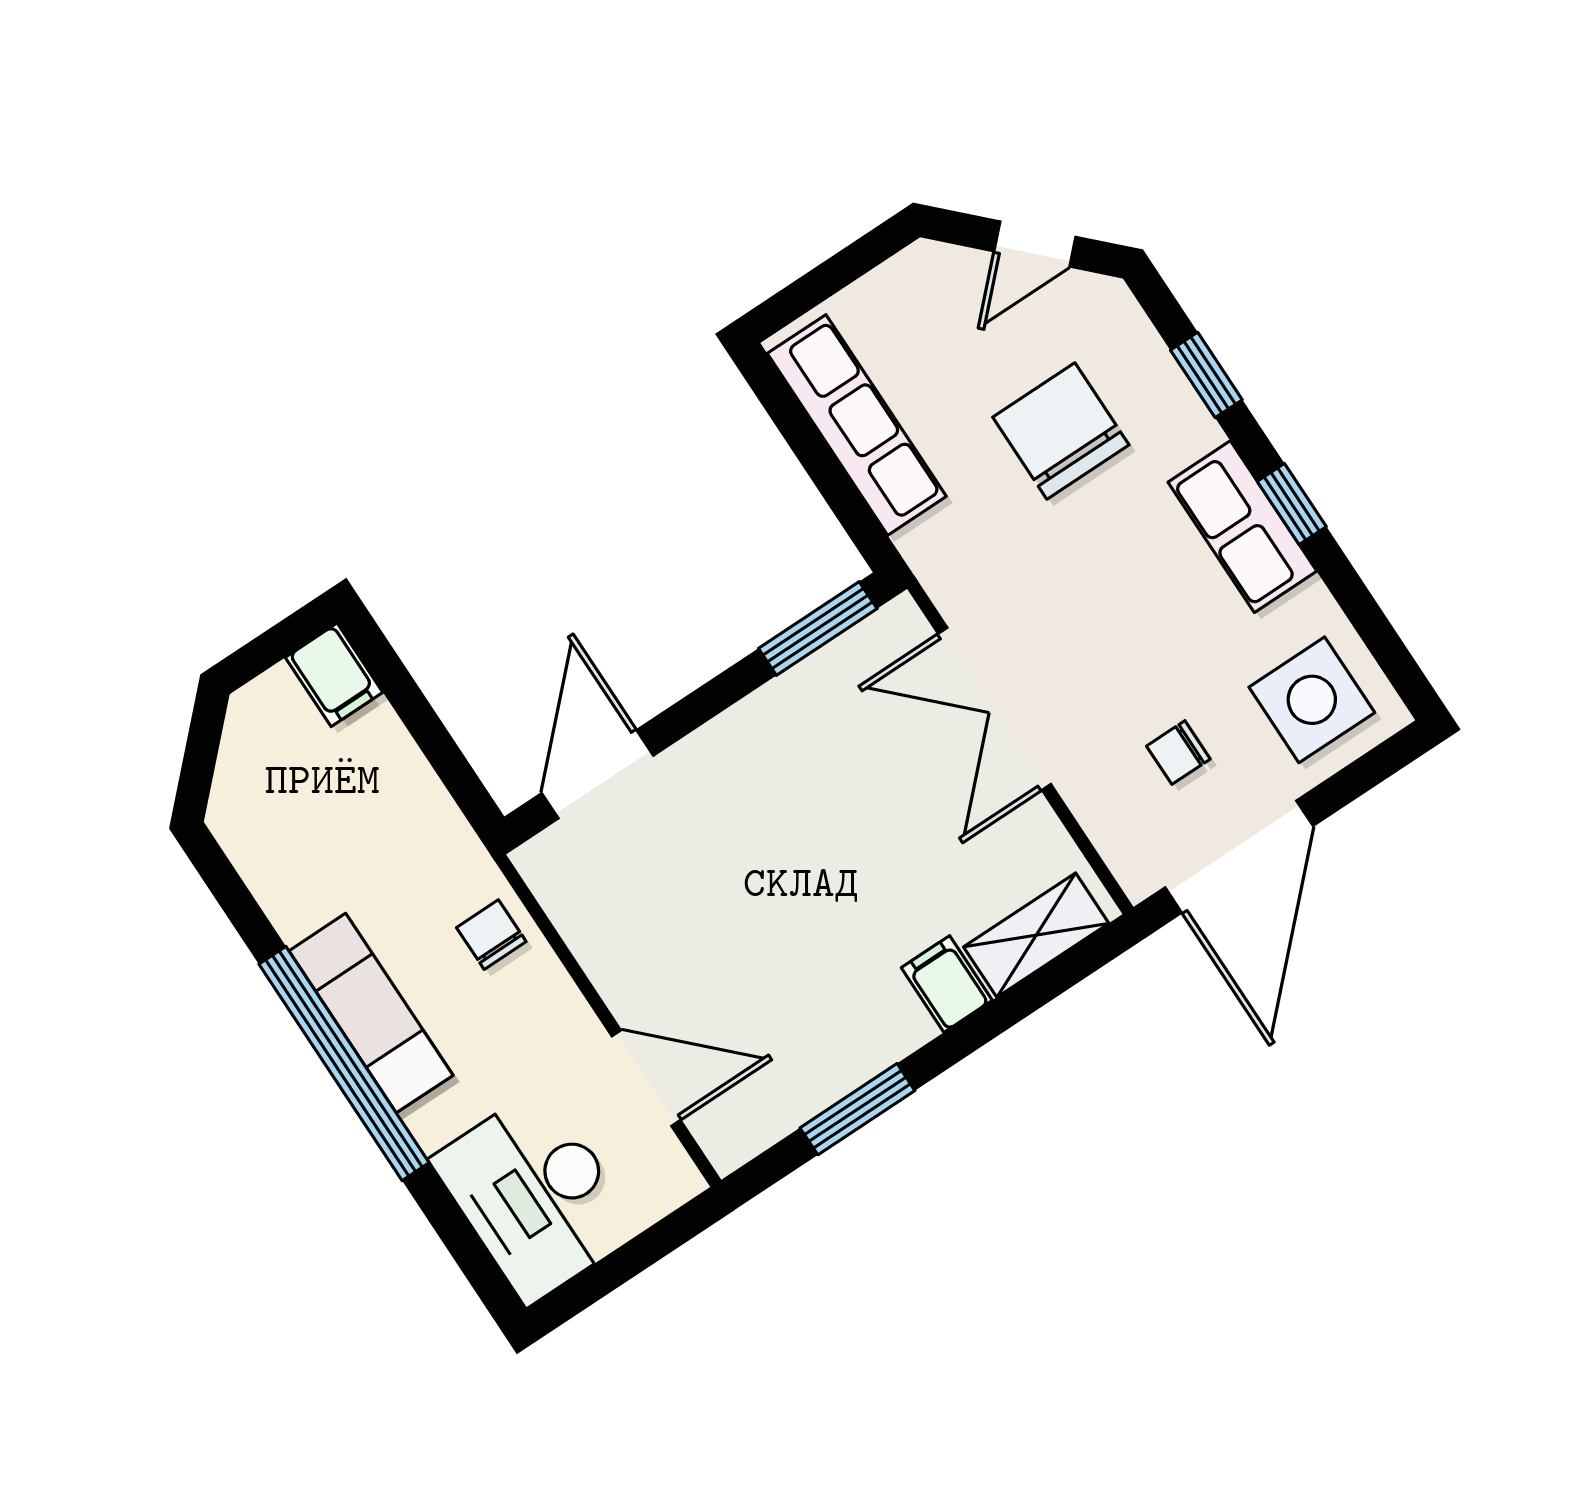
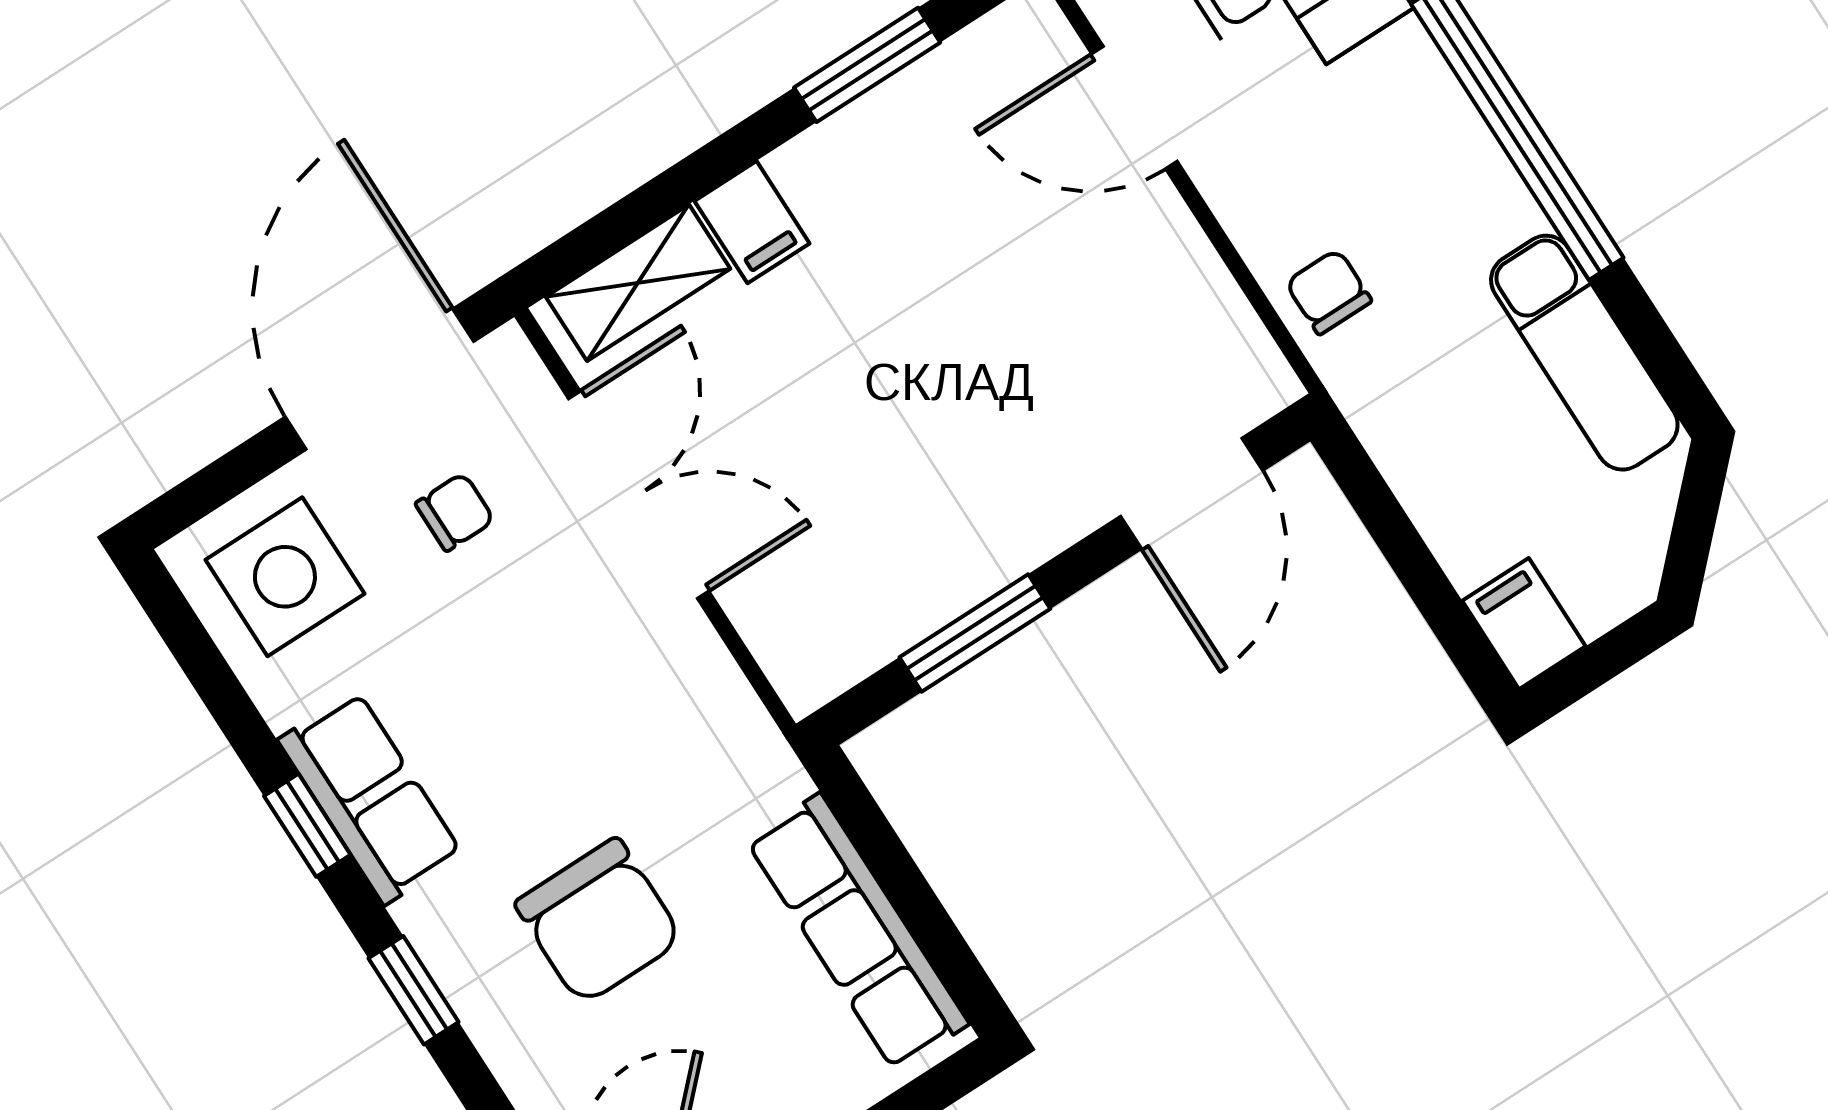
window: (818, 628) -> (975, 633), moved
double door: (995, 709) -> (639, 495), moved
chair: (491, 935) -> (1329, 292), turned 180
exam couch: (371, 1013) -> (1584, 353), moved

